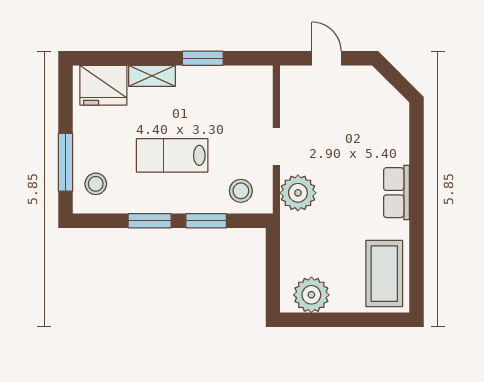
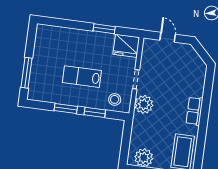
shelving: (152, 76) -> (77, 34), removed
fridge: (103, 85) -> (126, 46), moved
stool: (96, 184) -> (41, 86), removed

